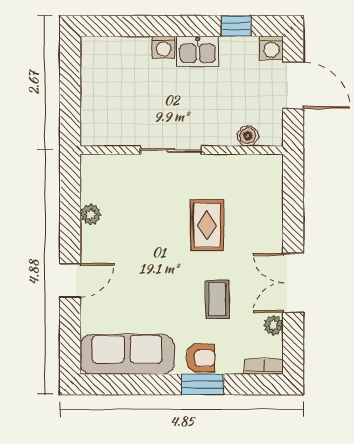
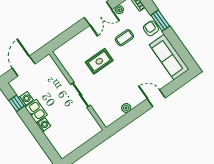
washing machine: (271, 48) -> (26, 99), moved
boiler: (248, 136) -> (55, 70), removed

